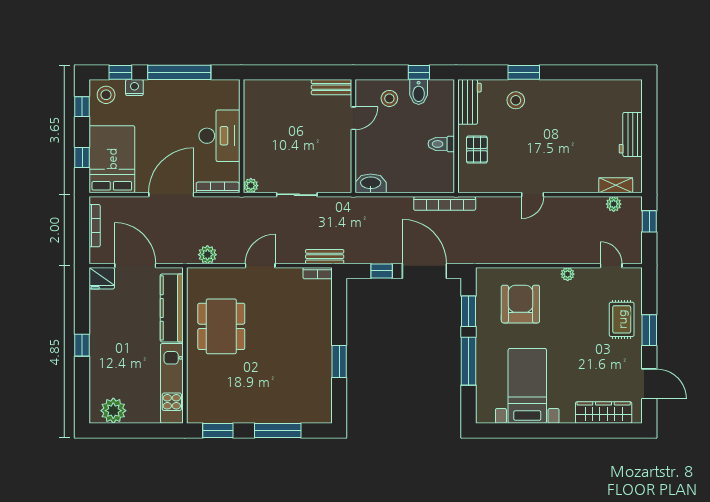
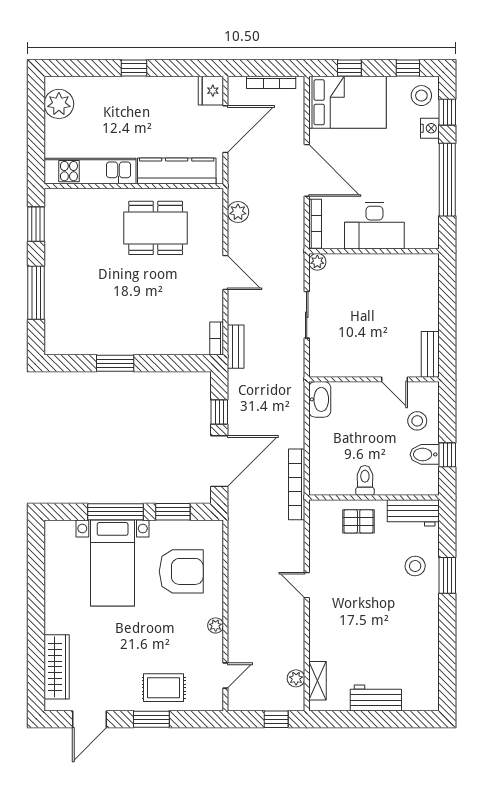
bed with nightstands: (527, 386) -> (113, 563), moved, turned 90

